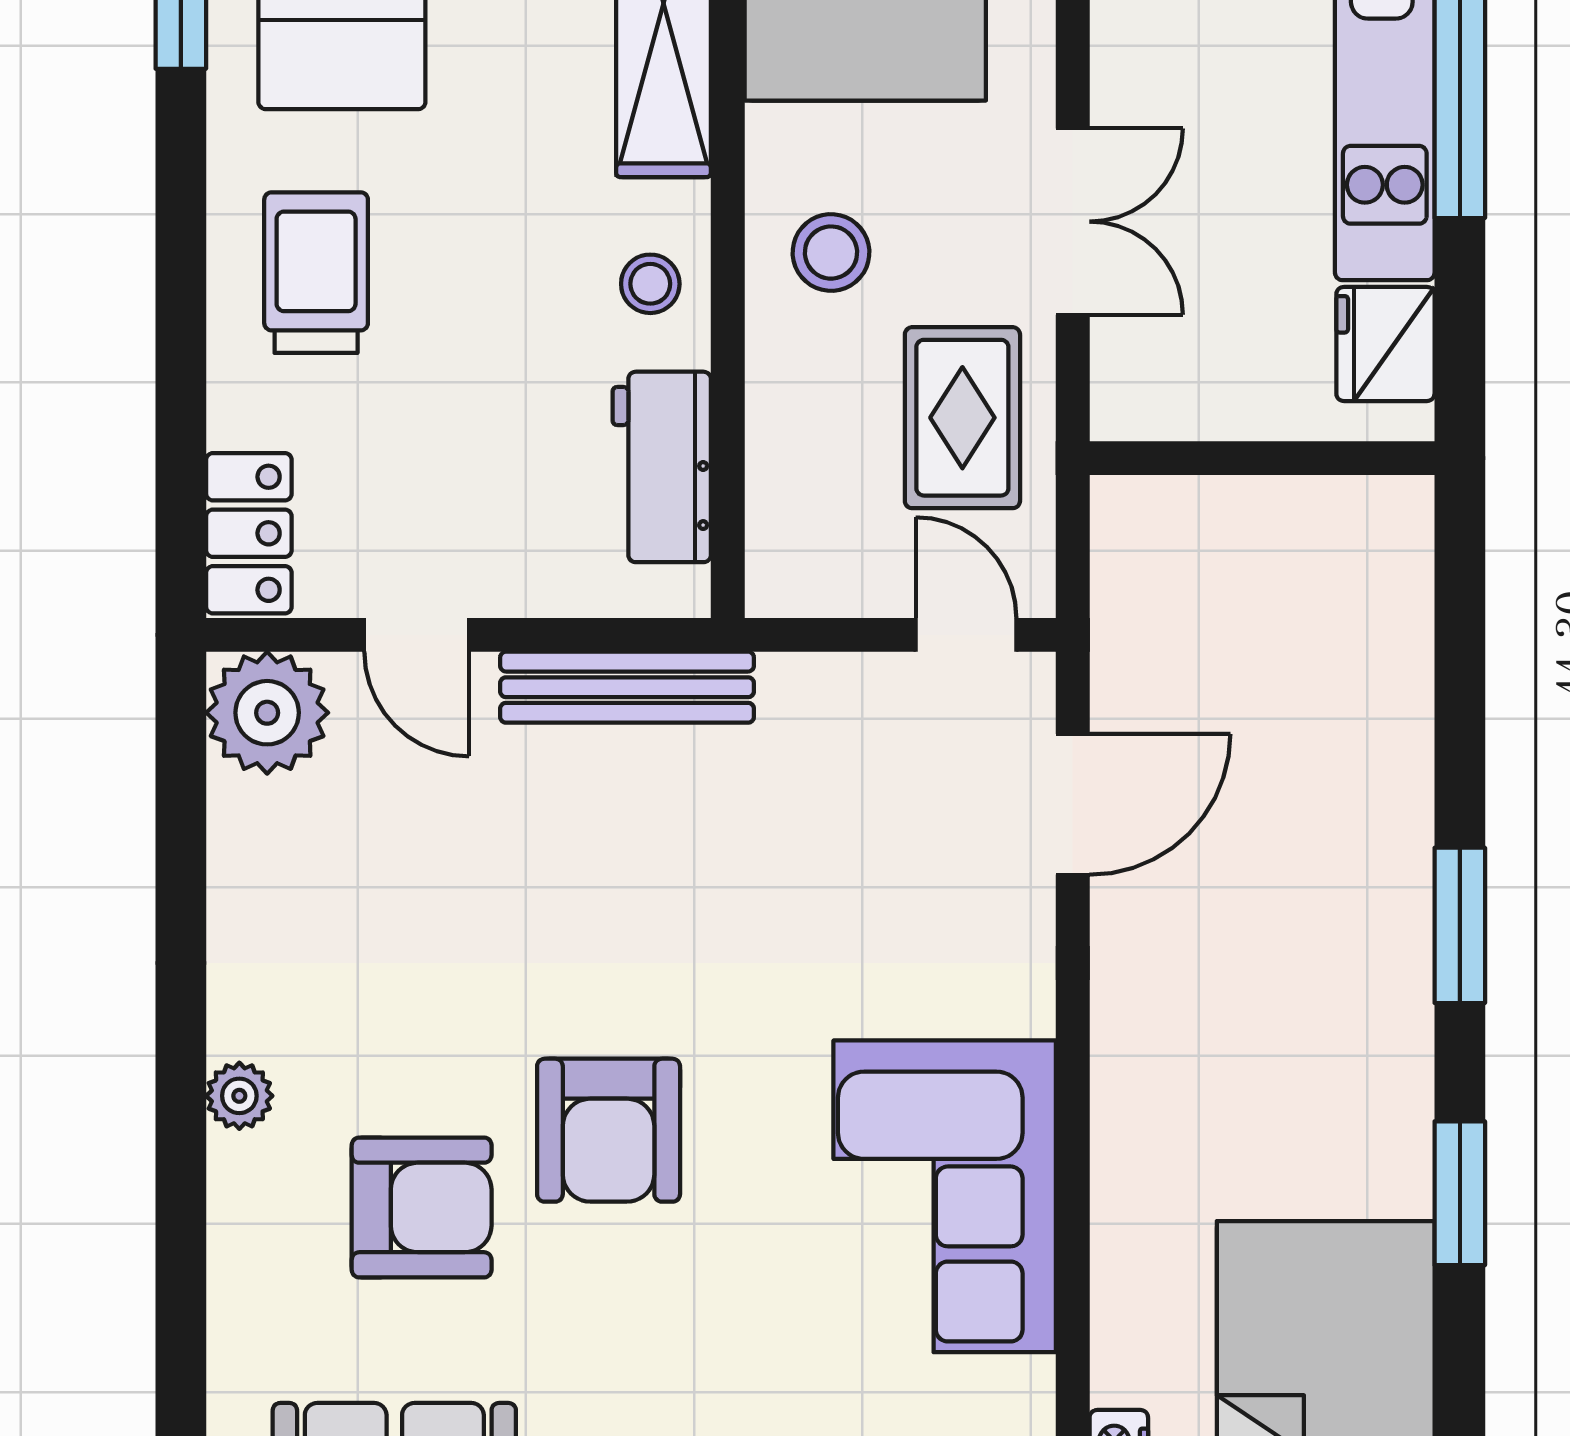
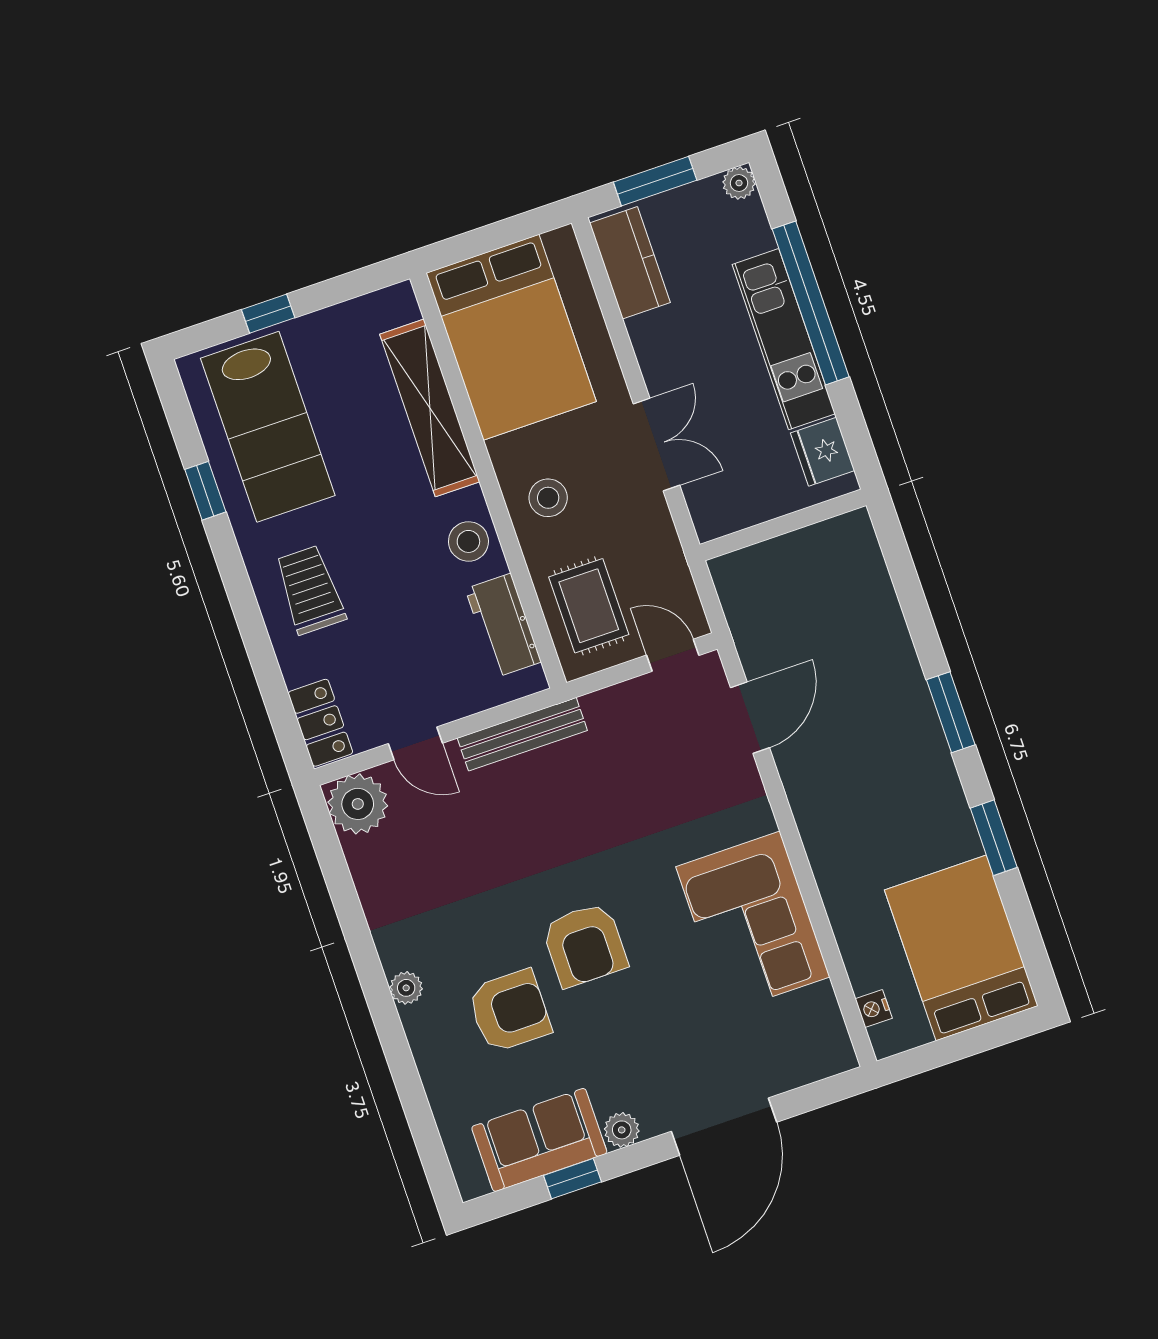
stool: (650, 284) -> (468, 541), width x1.37, depth x1.37
rug: (962, 418) -> (589, 606), moved

